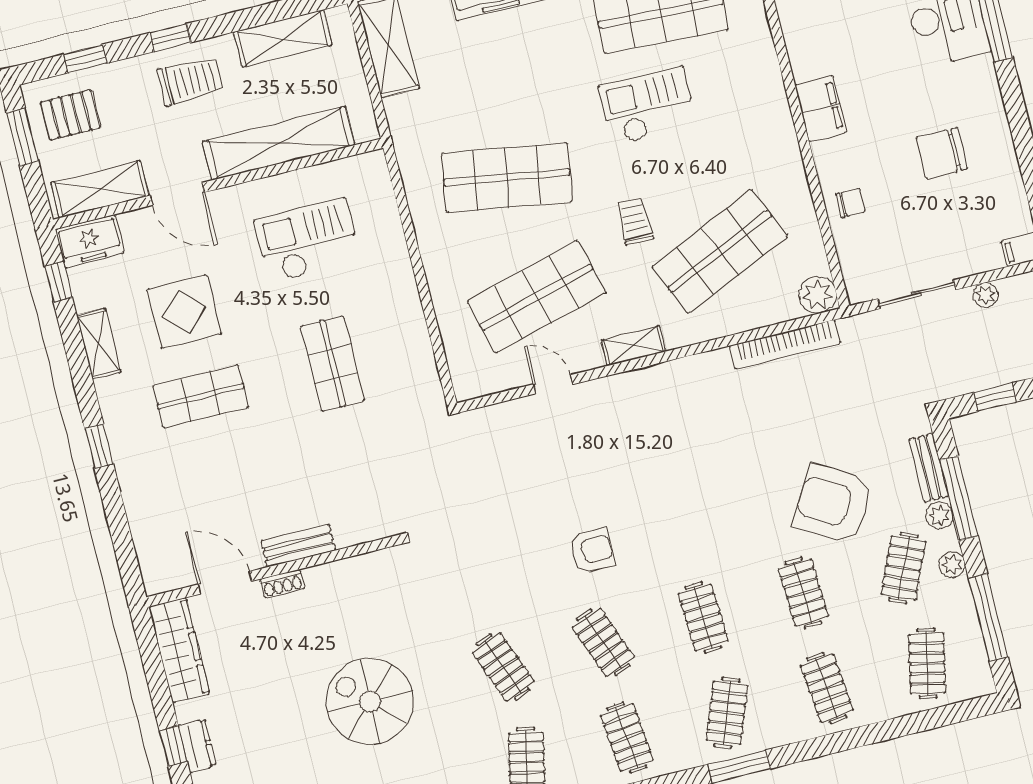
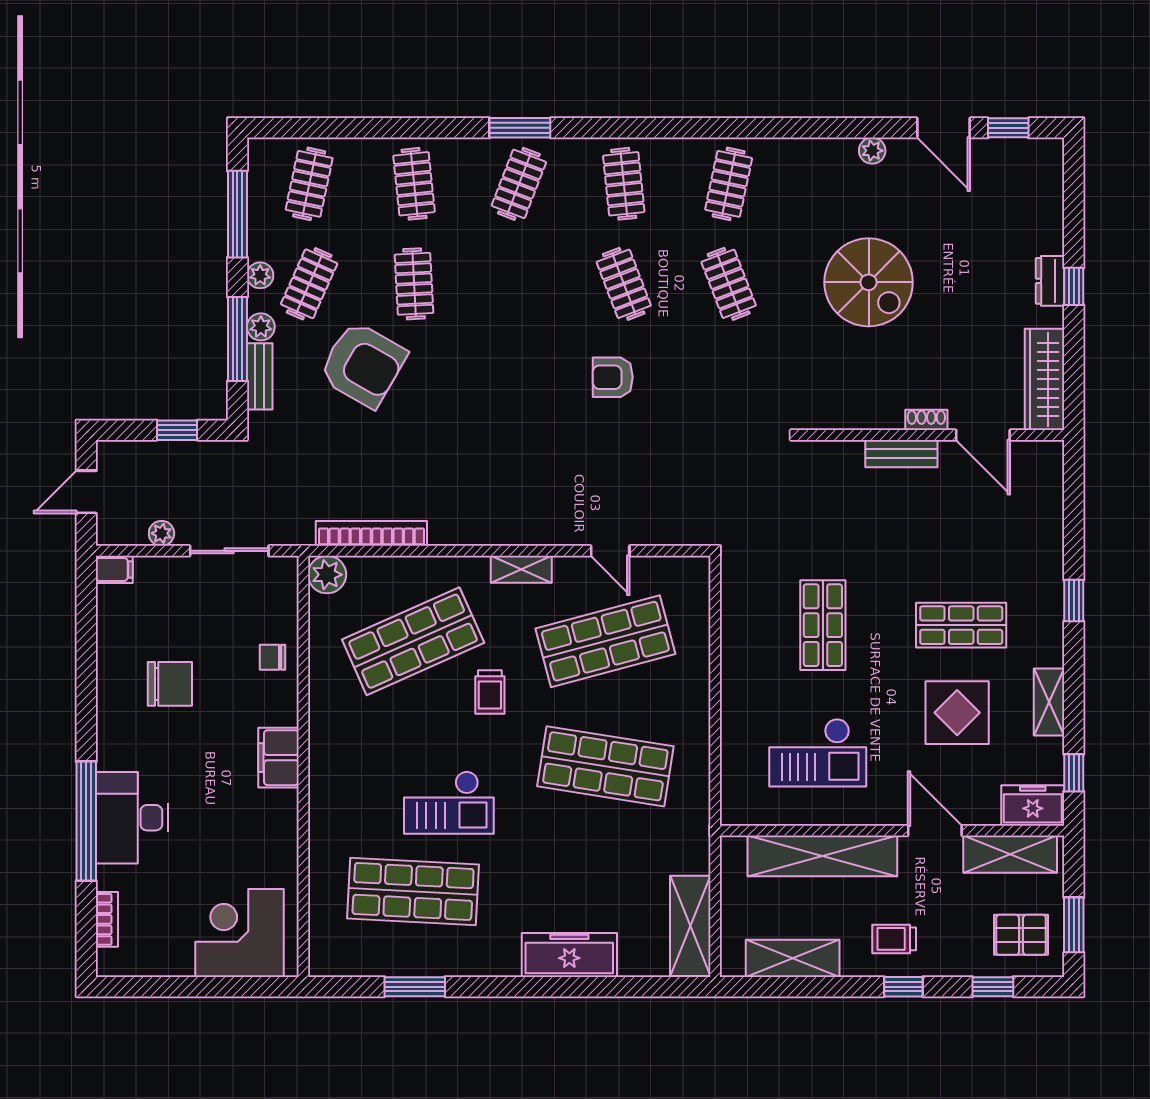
trolley: (191, 81) -> (894, 939), width x0.73, depth x0.72
clothes rail: (703, 617) -> (519, 284), removed

